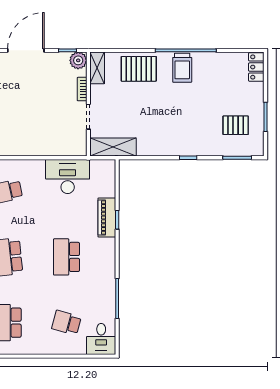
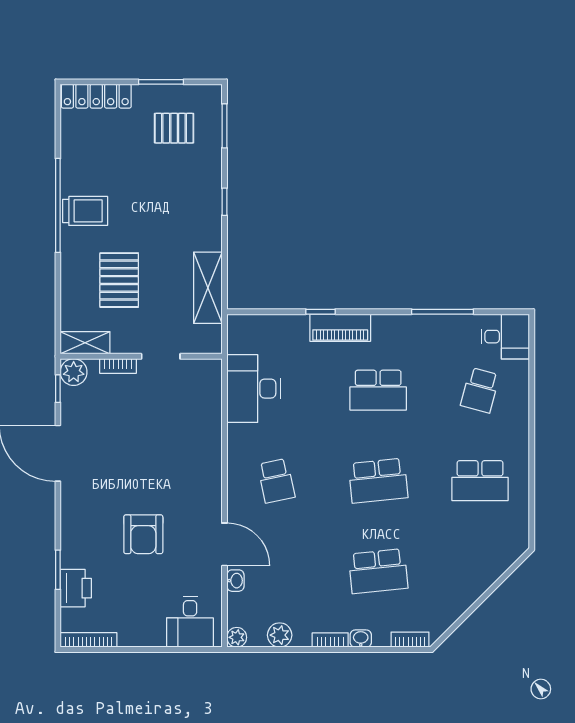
locker: (256, 67) -> (96, 96), width x1.53
pallet: (139, 69) -> (119, 280), moved
pallet: (236, 125) -> (174, 128), turned 90
shelving: (113, 147) -> (208, 288), moved
piano: (107, 218) -> (340, 328), moved

